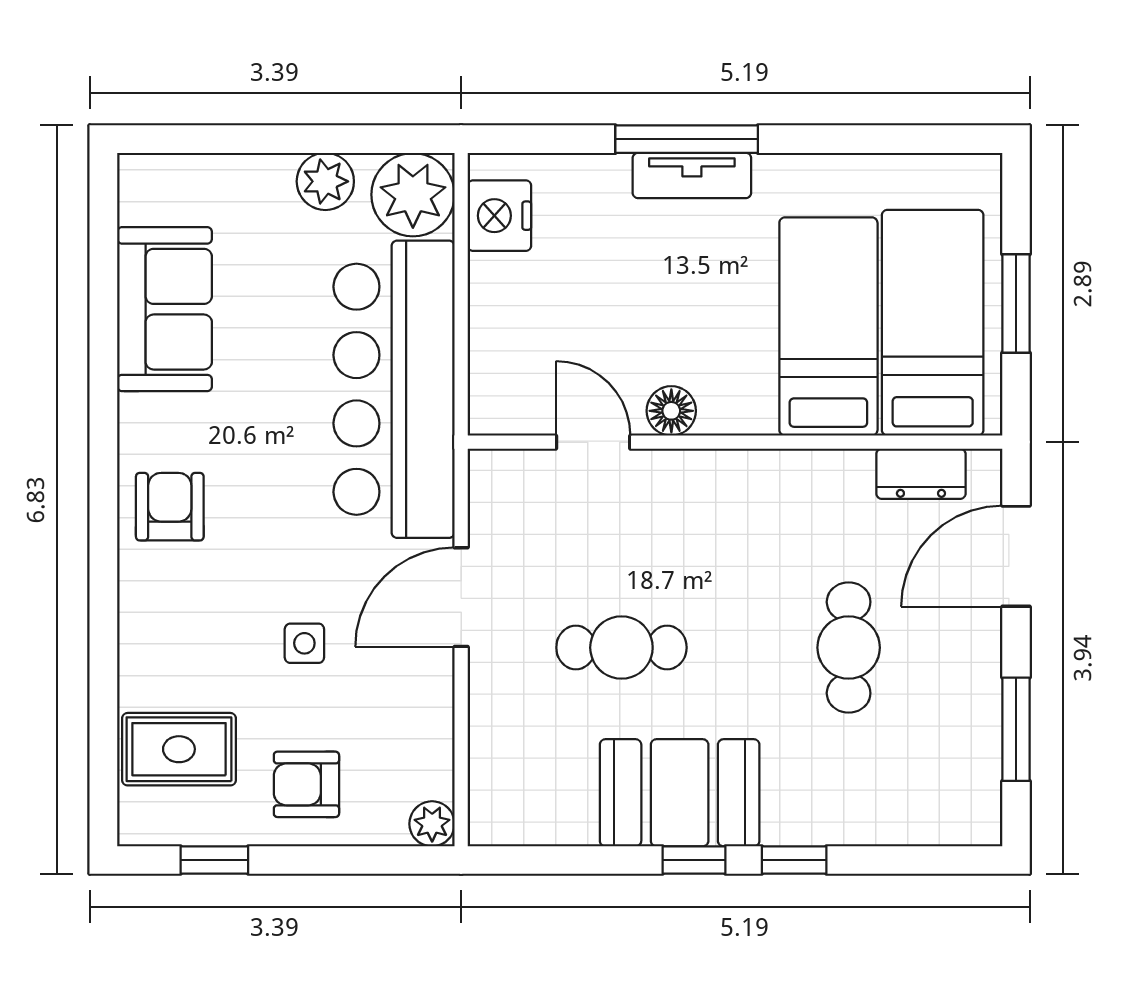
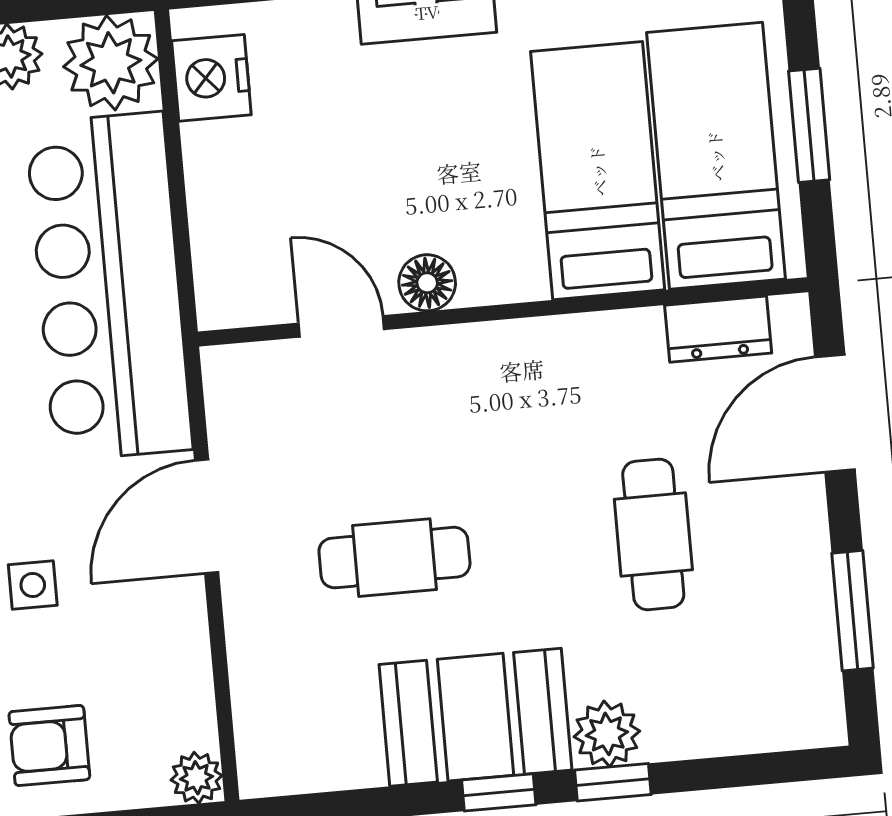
plant: (793, 817) -> (607, 734), added

